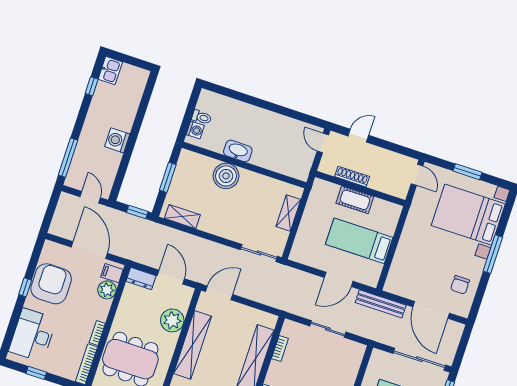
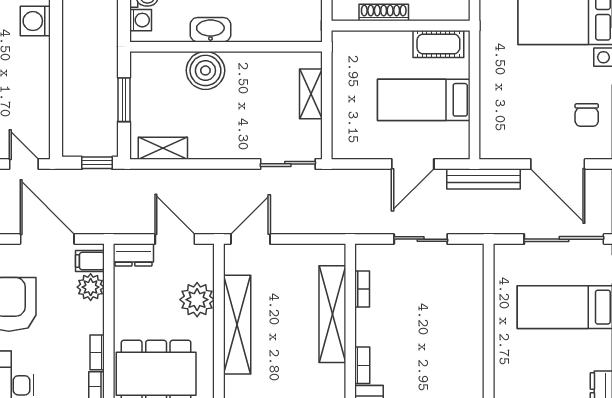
washing machine: (117, 140) -> (35, 21), moved
cot: (355, 200) -> (438, 44), moved

